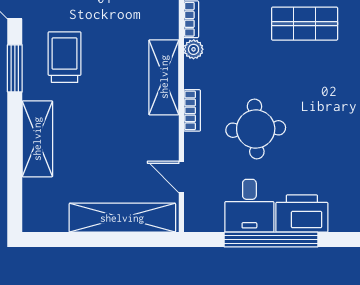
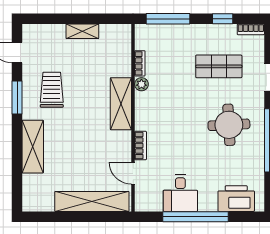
bookcase: (192, 110) -> (141, 146), moved
round table: (256, 129) -> (229, 125), moved
printer: (302, 214) -> (236, 199), moved

